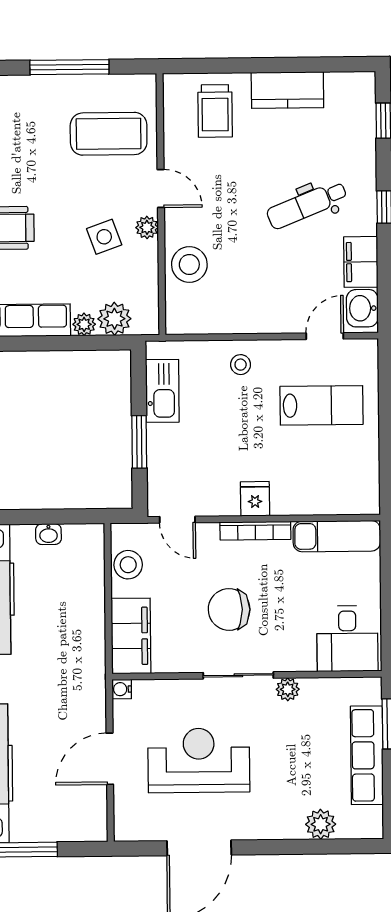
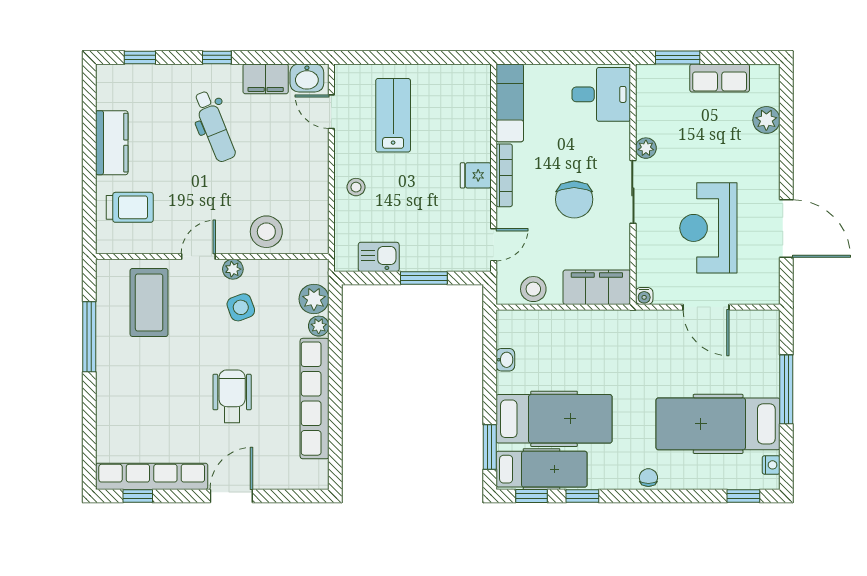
kitchen sink: (162, 391) -> (379, 257), width x0.73
row of seats: (367, 755) -> (720, 78), width x0.68

